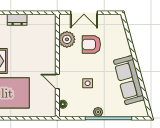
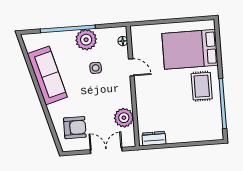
dresser: (17, 20) -> (154, 139), moved
armchair: (91, 44) -> (75, 128), moved
plant: (98, 112) -> (86, 40), width x1.87, depth x1.87

